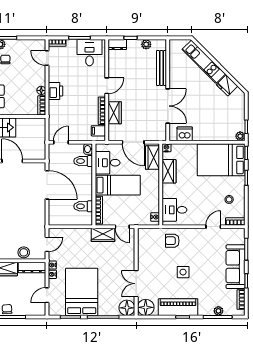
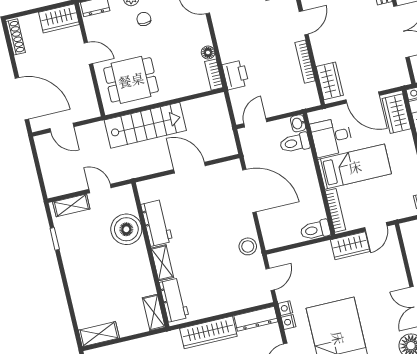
printer: (55, 91) -> (235, 75), moved
wardrobe: (115, 113) -> (330, 81), moved
filing cabinet: (98, 131) -> (307, 93), removed
toilet: (83, 206) -> (315, 230), moved
door: (122, 227) -> (376, 227), hinge flipped
stool: (24, 252) -> (248, 246), moved

